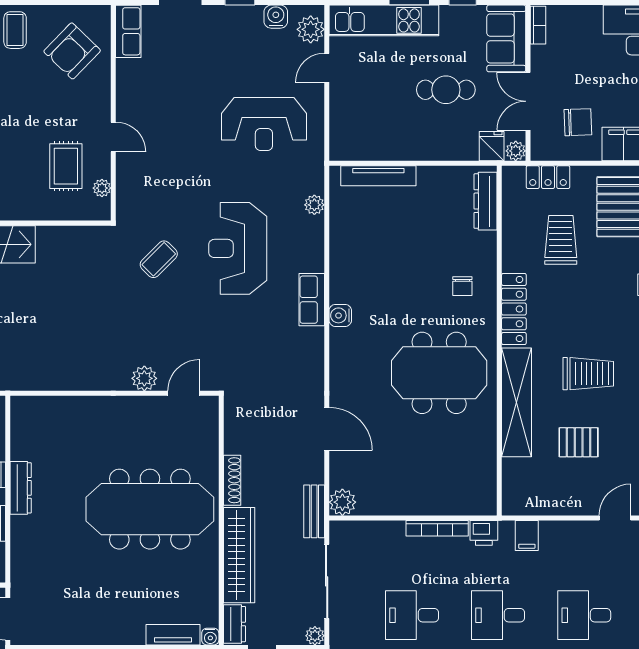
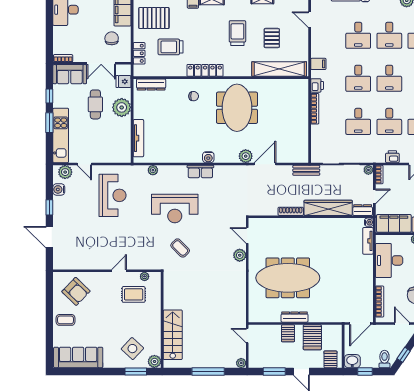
row of seats: (128, 31) -> (66, 263), removed
plant: (516, 151) -> (122, 107), moved, width x1.87, depth x1.87
shelving: (517, 402) -> (279, 69), moved
plant: (342, 502) -> (246, 156), moved
meeting table: (150, 509) -> (288, 278), moved, turned 90

